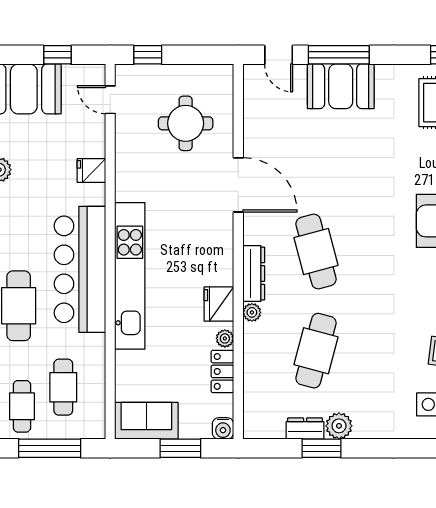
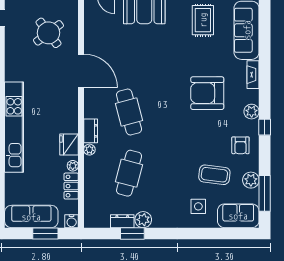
round table: (186, 123) -> (49, 33), turned -37
dresser: (254, 274) -> (91, 131), width x0.70
sofa: (146, 421) -> (31, 217), width x1.36

